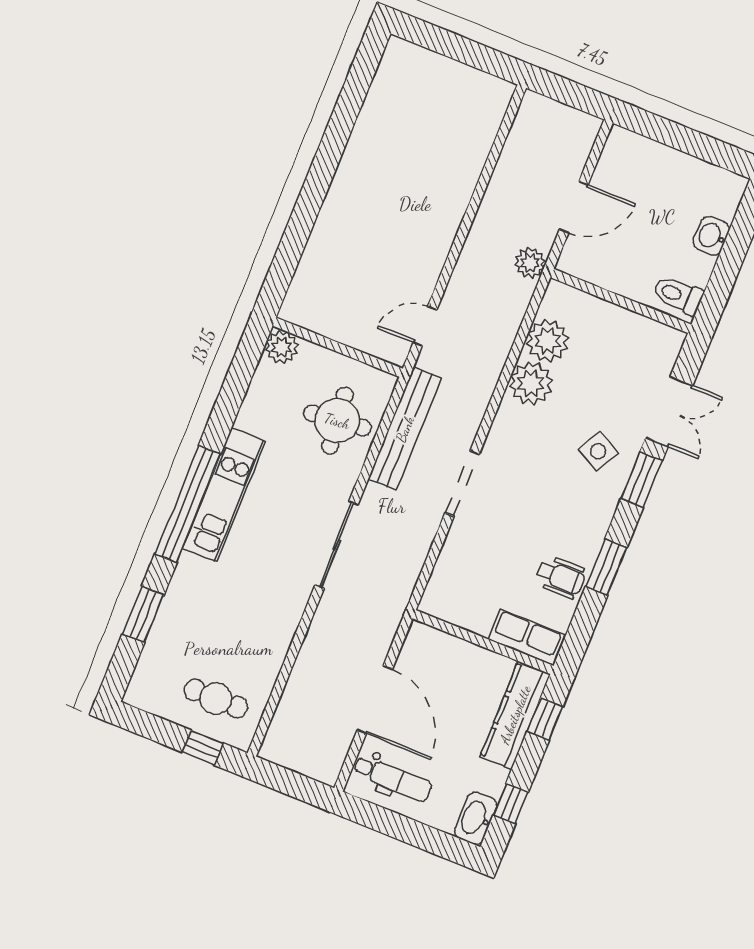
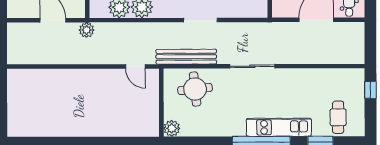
kitchen unit: (224, 495) -> (279, 127), moved
cafe table: (216, 699) -> (338, 117), moved

